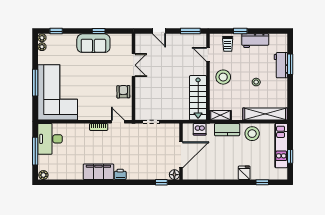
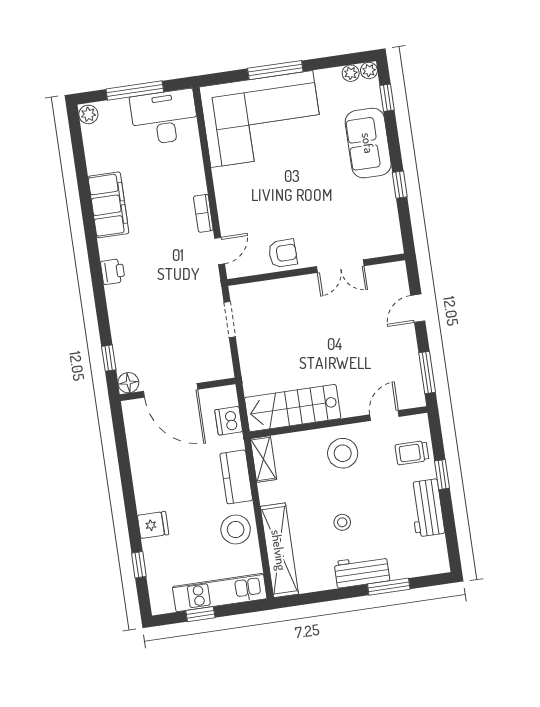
sofa: (93, 43) -> (368, 143), moved
workbench: (281, 65) -> (362, 571), moved
filing cabinet: (98, 172) -> (108, 205), moved

